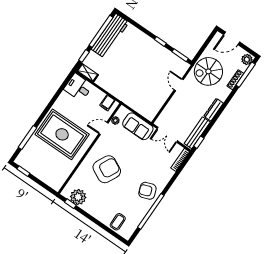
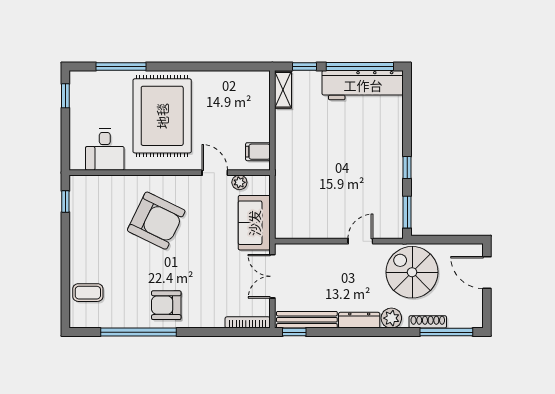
plant: (247, 59) -> (391, 318), moved
desk: (78, 87) -> (105, 150), moved, turned 180
armchair: (147, 191) -> (166, 305), turned -70
plant: (78, 197) -> (84, 206), removed

